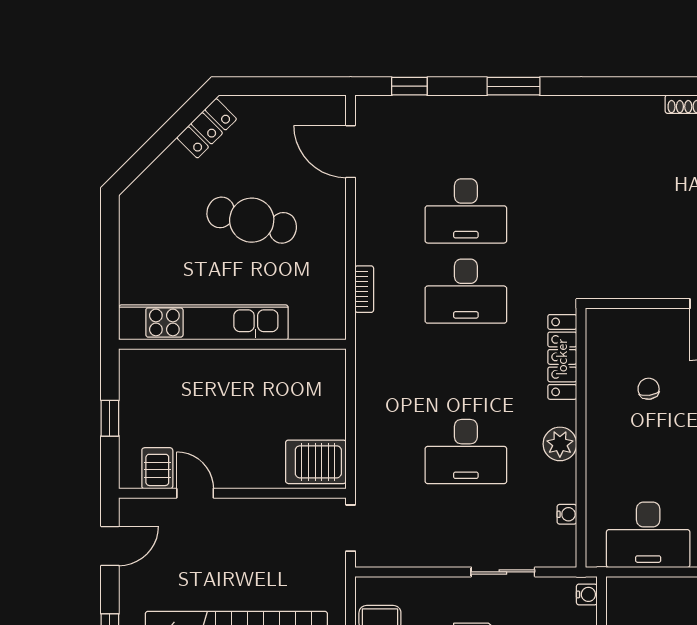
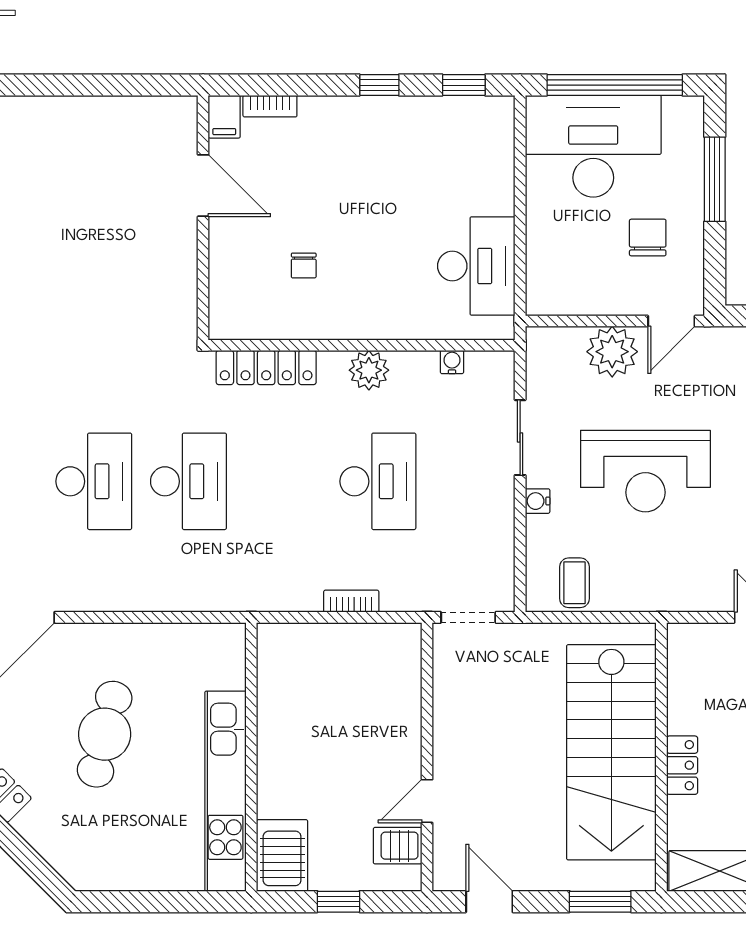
bookcase: (364, 289) -> (351, 601), moved
chair: (649, 389) -> (304, 266), turned -82
server rack: (316, 462) -> (282, 856), moved, turned 180
water cooler: (587, 594) -> (538, 501), moved, turned -90

